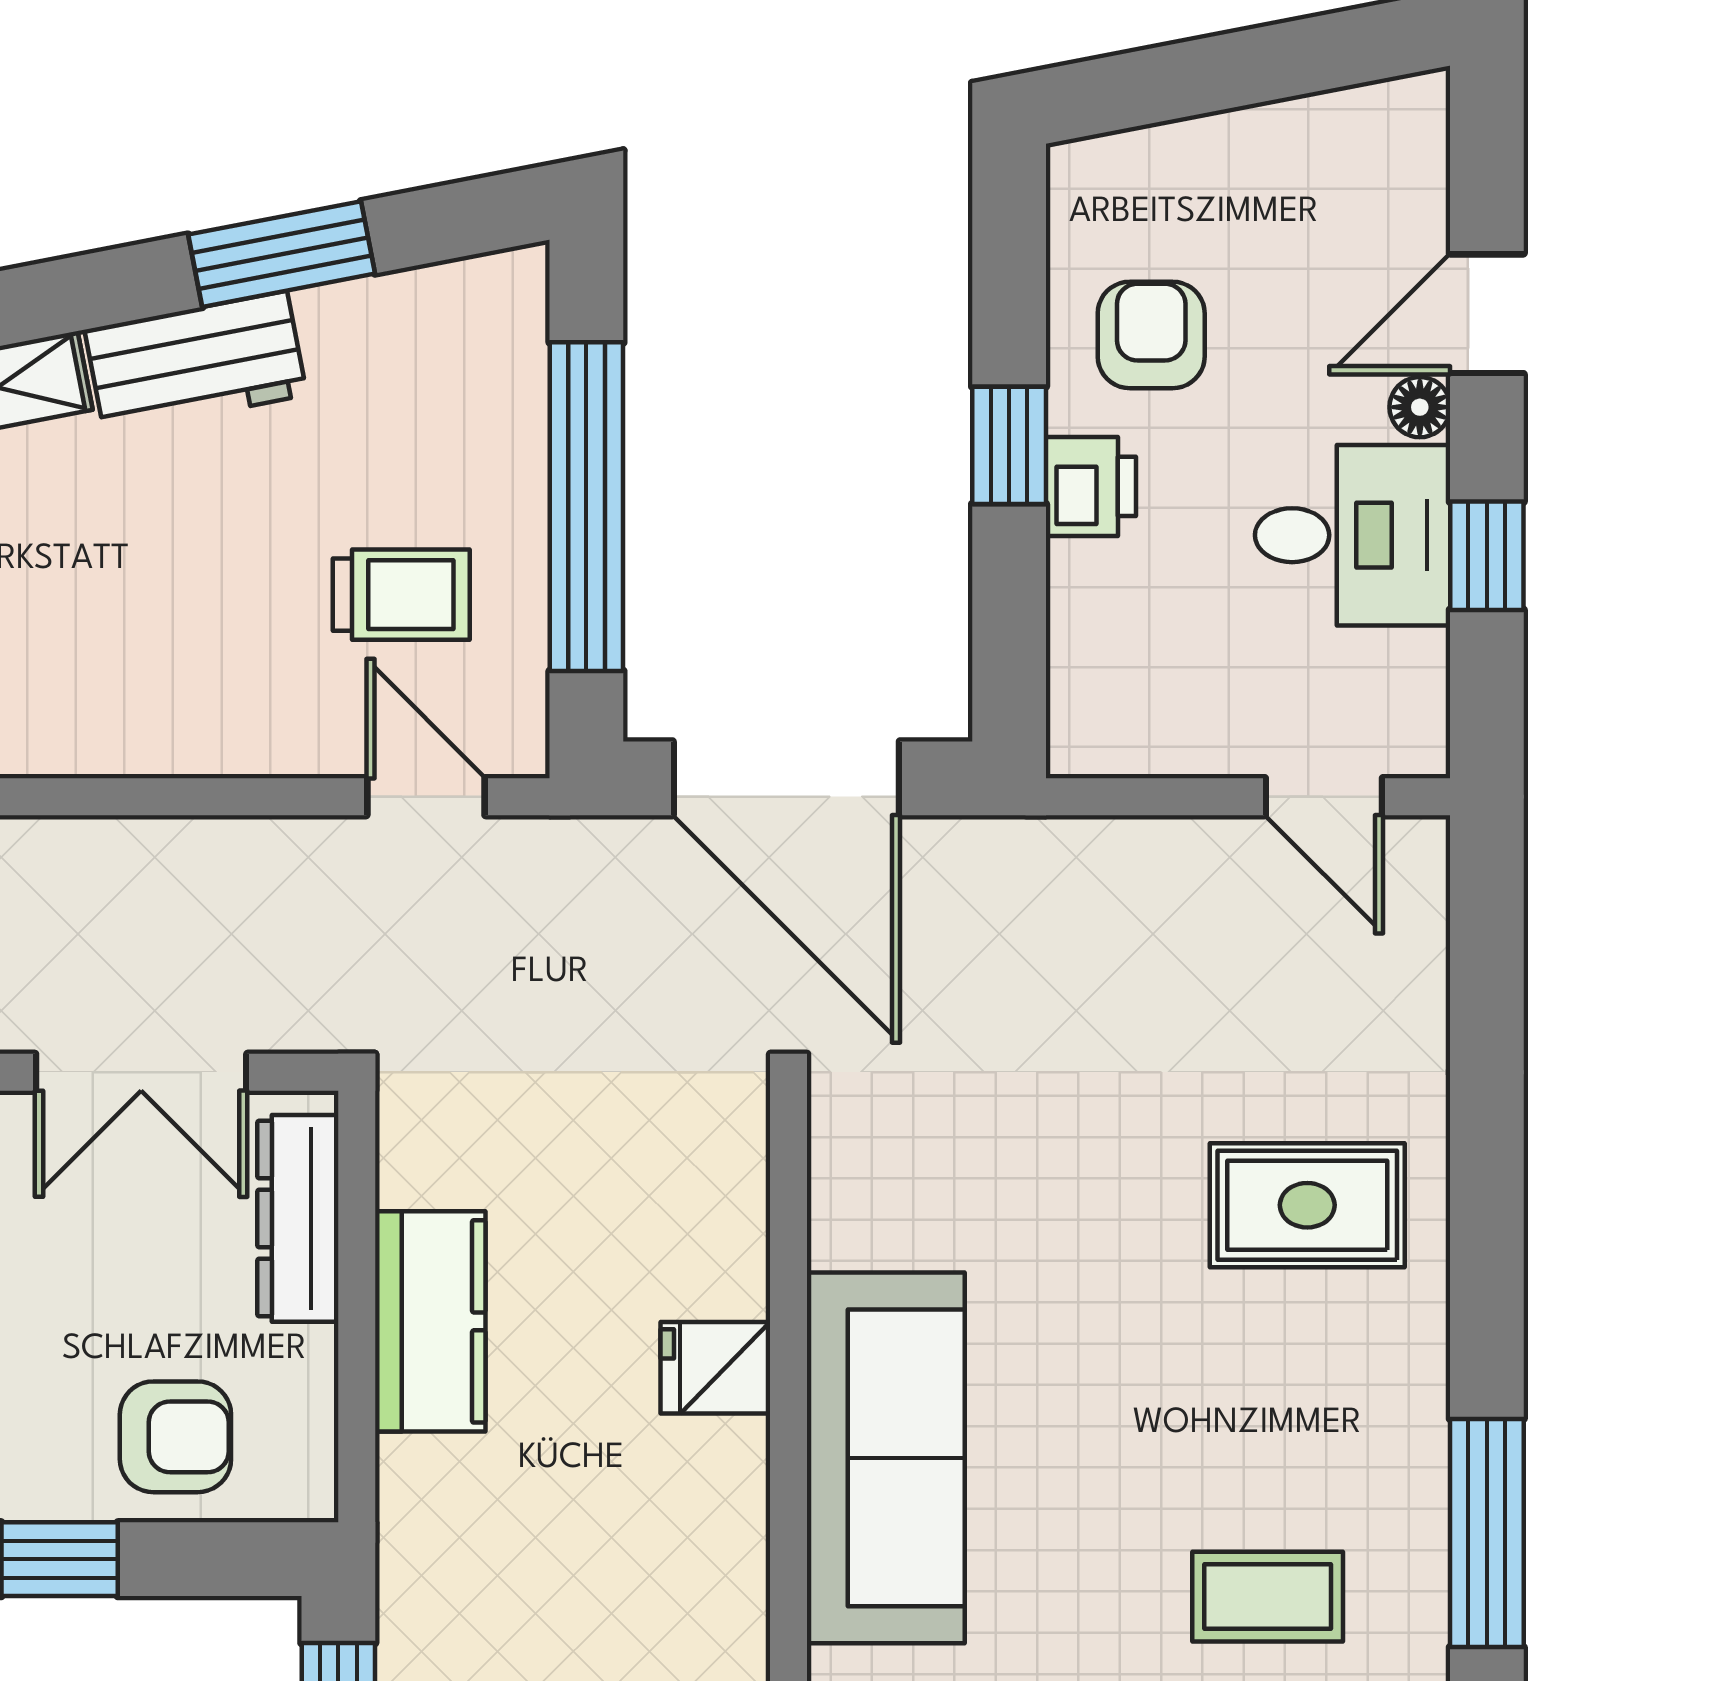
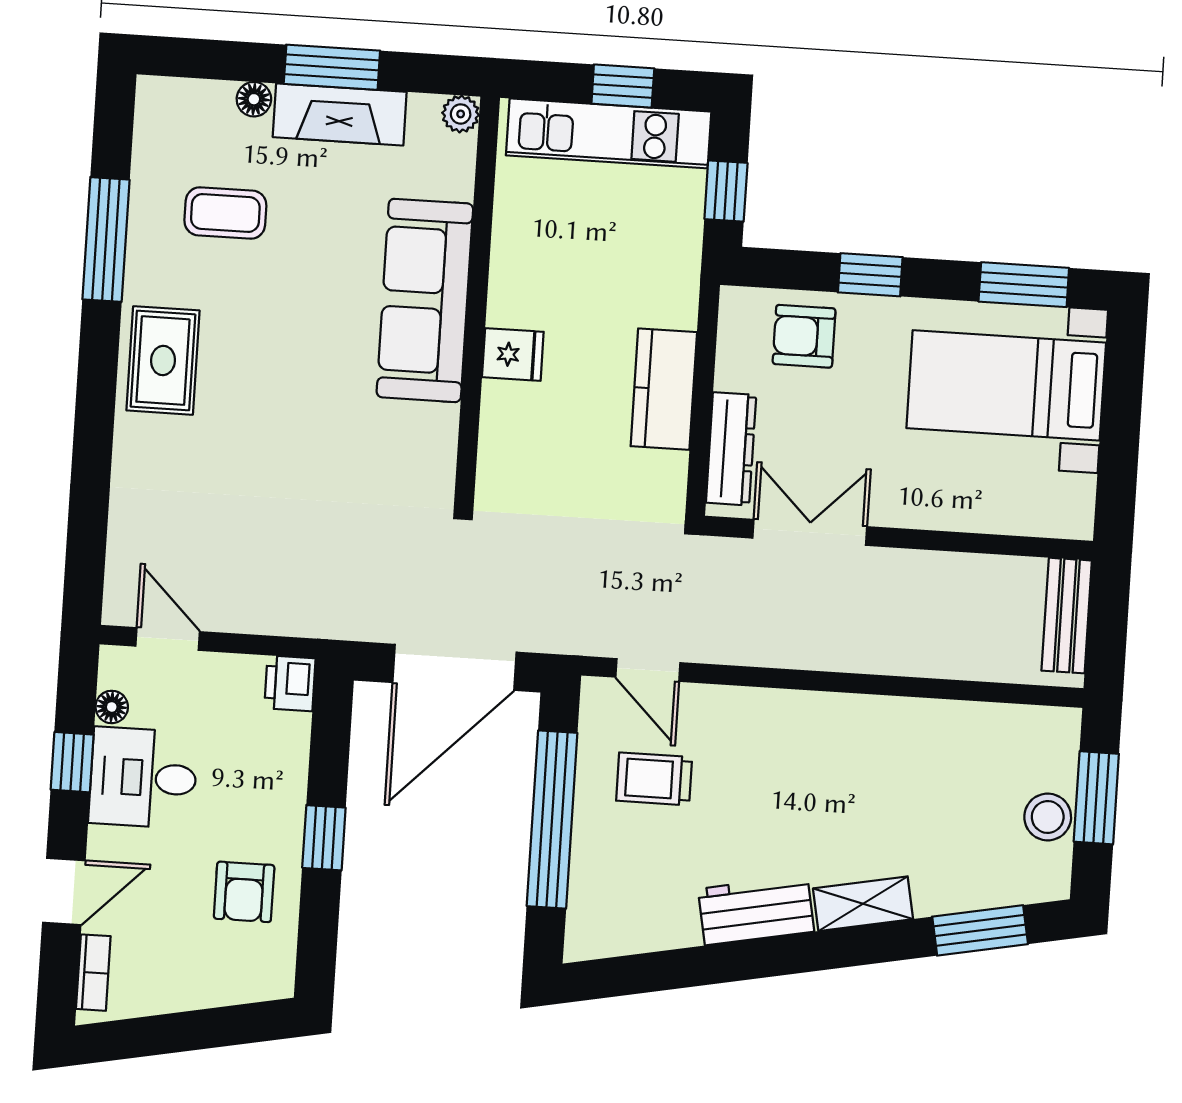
bookcase: (1422, 166) -> (93, 973), added
window: (282, 254) -> (706, 965), removed
floor lamp: (1420, 407) -> (112, 707), moved
printer: (1091, 486) -> (290, 683), moved
door: (786, 778) -> (455, 667), swing flipped
rug: (1307, 1205) -> (163, 360), moved, turned 90

